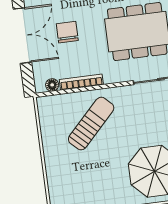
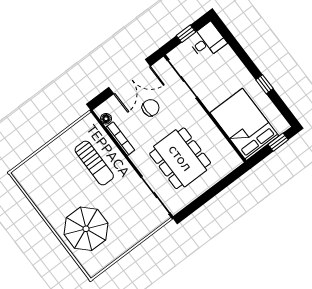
sun lounger: (91, 124) -> (94, 163), turned 46

